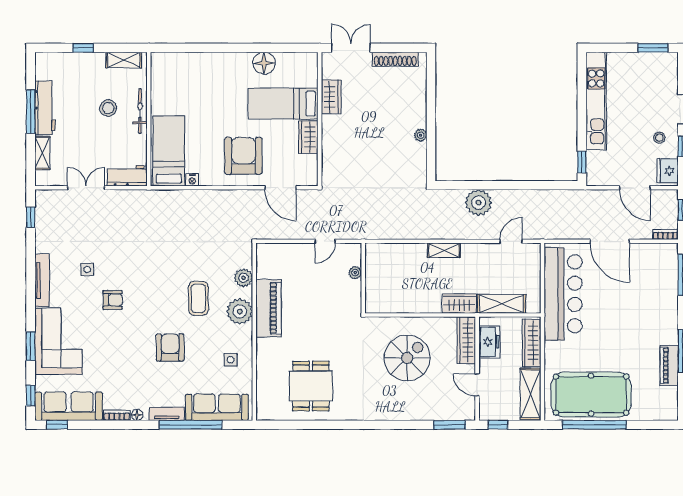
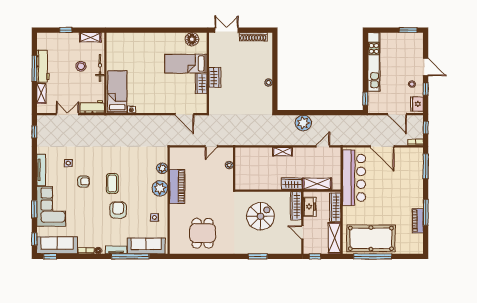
floor lamp: (264, 63) -> (192, 39), moved
wardrobe: (331, 97) -> (215, 77), moved
armchair: (243, 156) -> (162, 95), removed
coffee table: (198, 298) -> (112, 183), moved
window: (450, 425) -> (258, 256), moved

